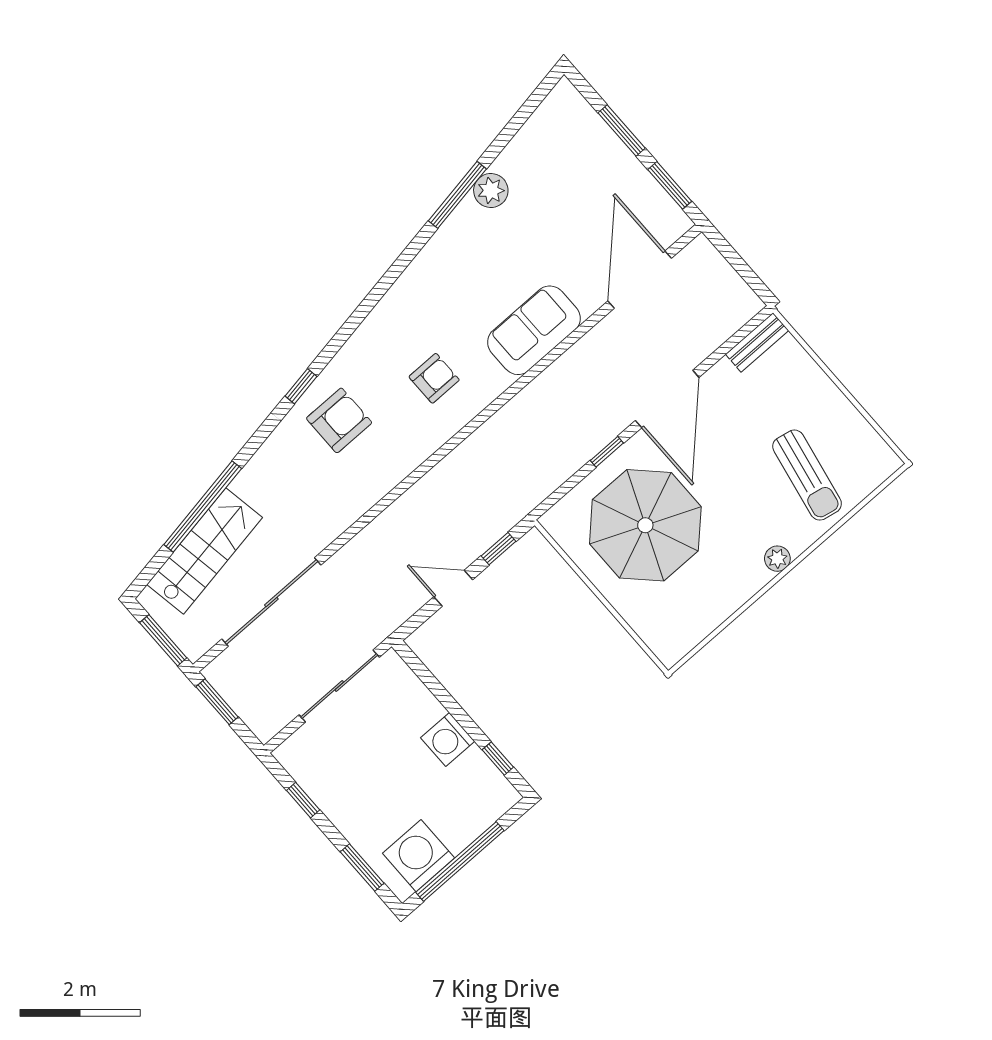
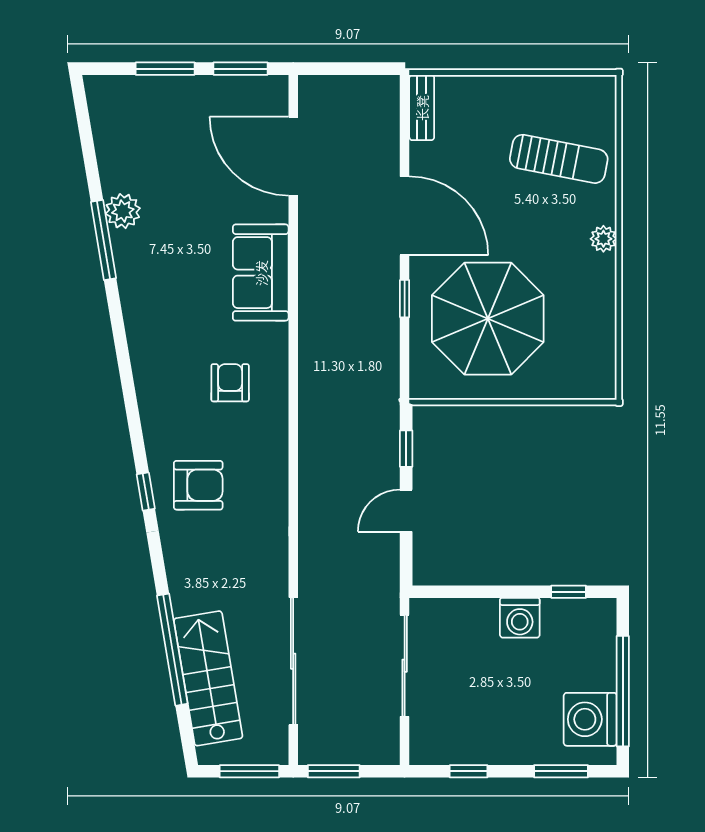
armchair: (339, 420) -> (198, 485), turned 90

